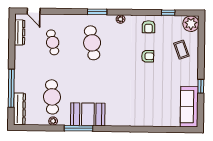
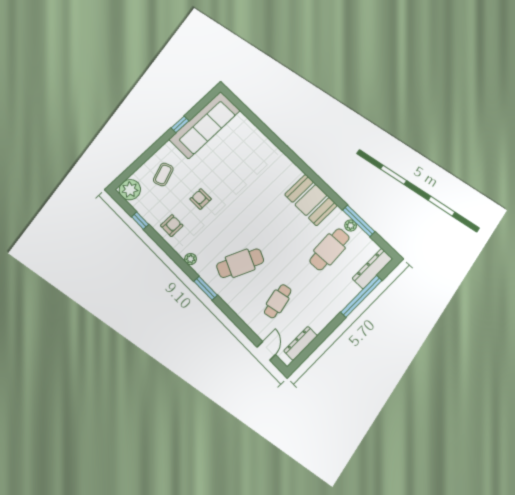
cafe table: (92, 43) -> (240, 263), turned 33
sofa: (189, 107) -> (205, 125), width x1.36, depth x1.27
window: (78, 128) -> (359, 221), moved

